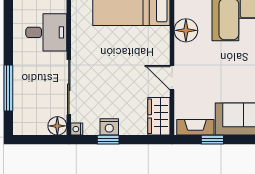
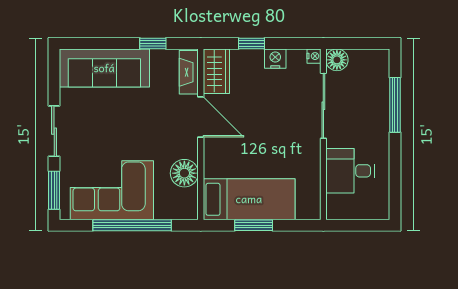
door: (172, 78) -> (201, 117), width x1.38
fireplace: (195, 127) -> (189, 72), moved, turned 90
window: (108, 140) -> (251, 43), moved

